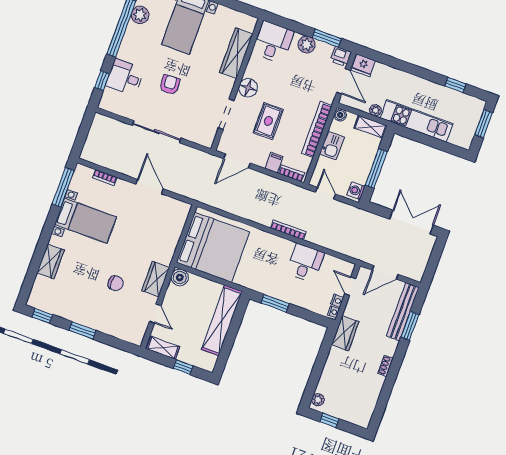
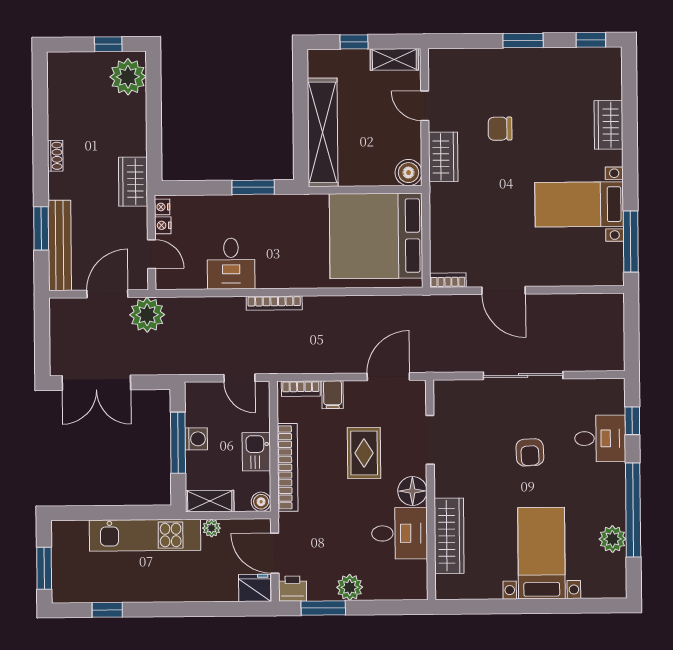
desk: (273, 42) -> (400, 533), moved, turned -90
bookcase: (105, 178) -> (448, 280), moved
washing machine: (356, 191) -> (196, 439), moved
plant: (366, 251) -> (147, 315), added
plant: (318, 400) -> (128, 77), width x1.87, depth x1.87

